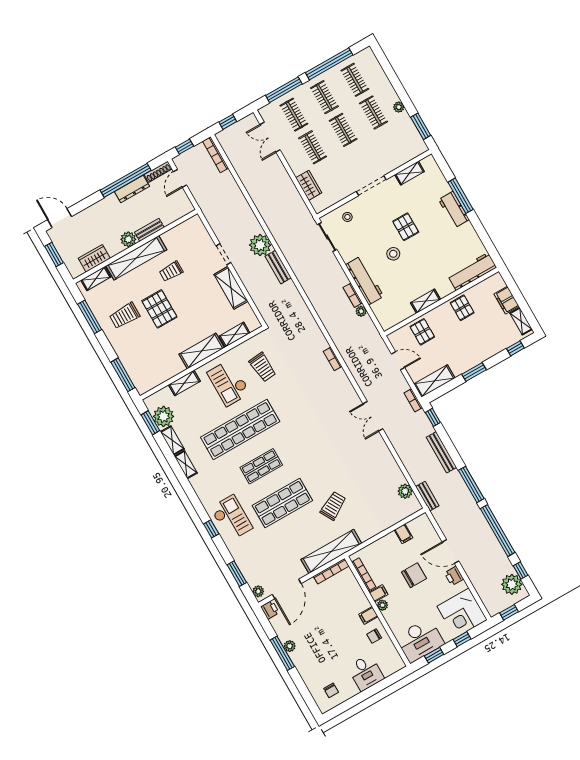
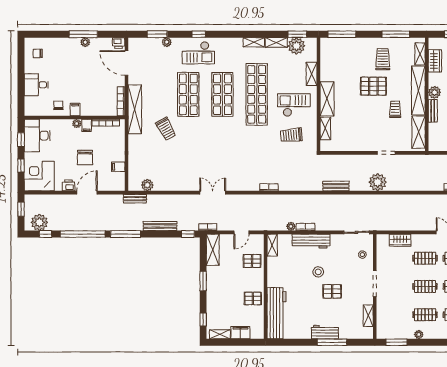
bench: (278, 267) -> (336, 186), moved
workbench: (472, 271) -> (277, 313), width x1.36, depth x1.32
shelving: (231, 288) -> (419, 132), moved, turned 90
shelving: (426, 301) -> (272, 245), moved
shop shelf: (261, 466) -> (222, 94), width x1.43, depth x1.36
plant: (258, 591) -> (167, 42), moved

